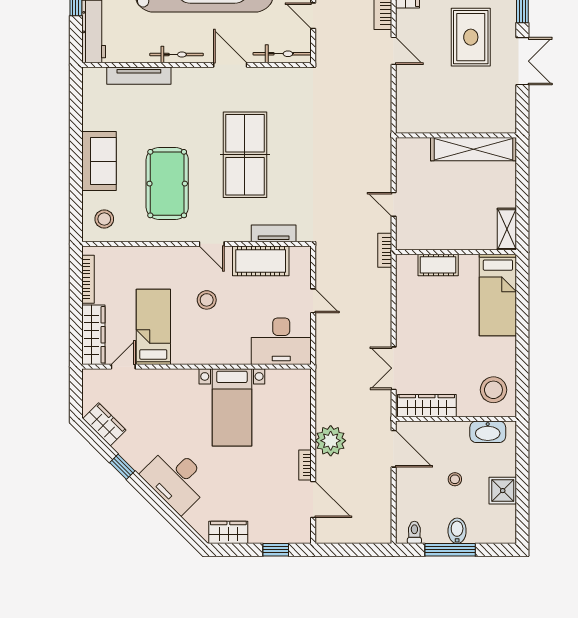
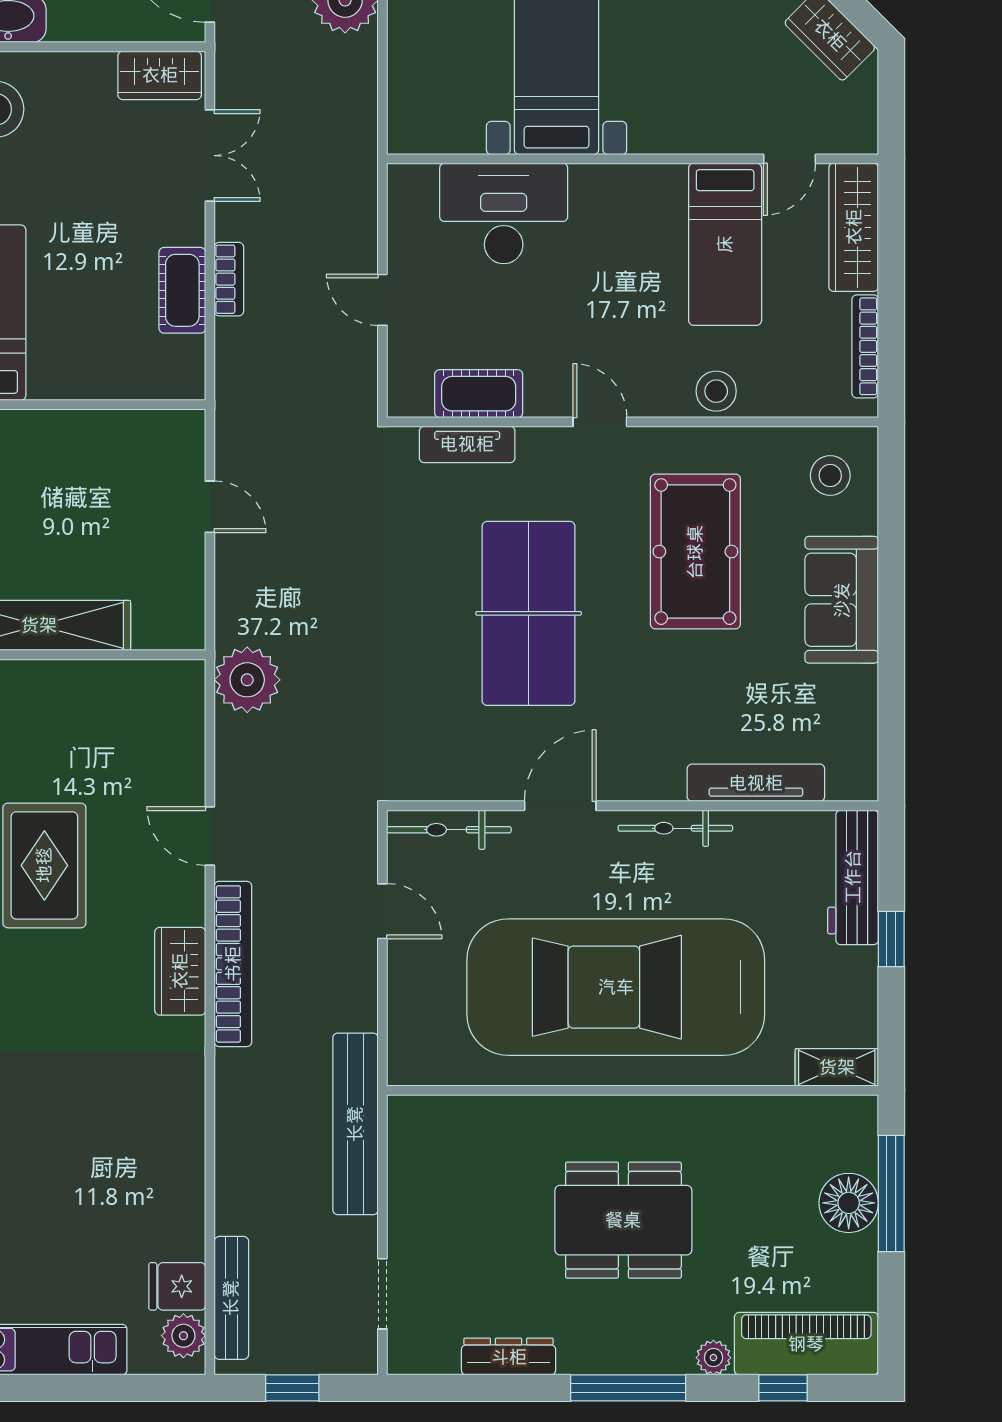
door: (230, 65) -> (560, 806), swing flipped
plant: (376, 124) -> (247, 680), added
bookcase: (385, 250) -> (229, 279), moved
cot: (261, 261) -> (479, 394), width x0.73, depth x0.75
cot: (438, 265) -> (182, 290), moved, turned 90
stool: (207, 300) -> (716, 391), moved
desk: (281, 341) -> (504, 213), moved
wardrobe: (427, 406) -> (160, 75), width x0.67

